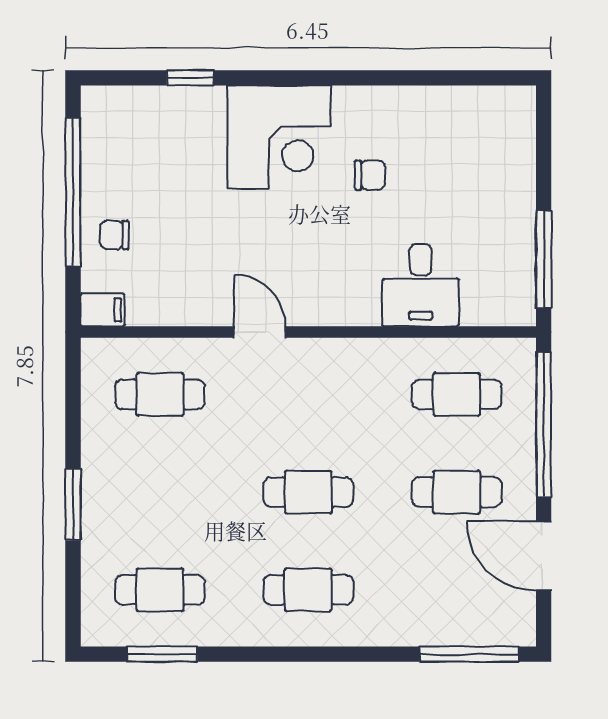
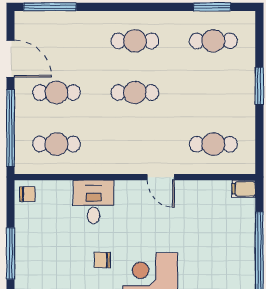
chair: (114, 235) -> (27, 194), moved
window: (544, 259) -> (11, 253), moved
desk: (421, 285) -> (93, 202), moved

